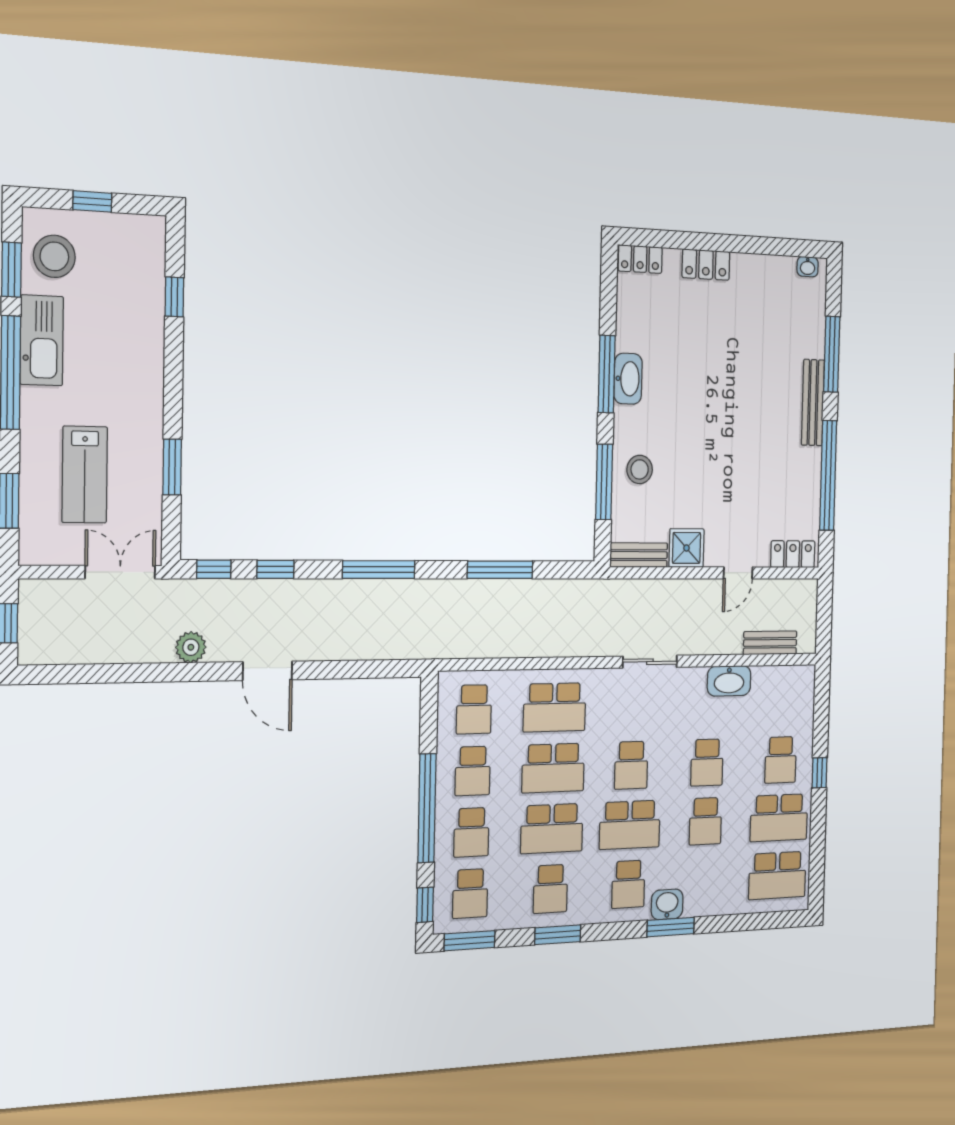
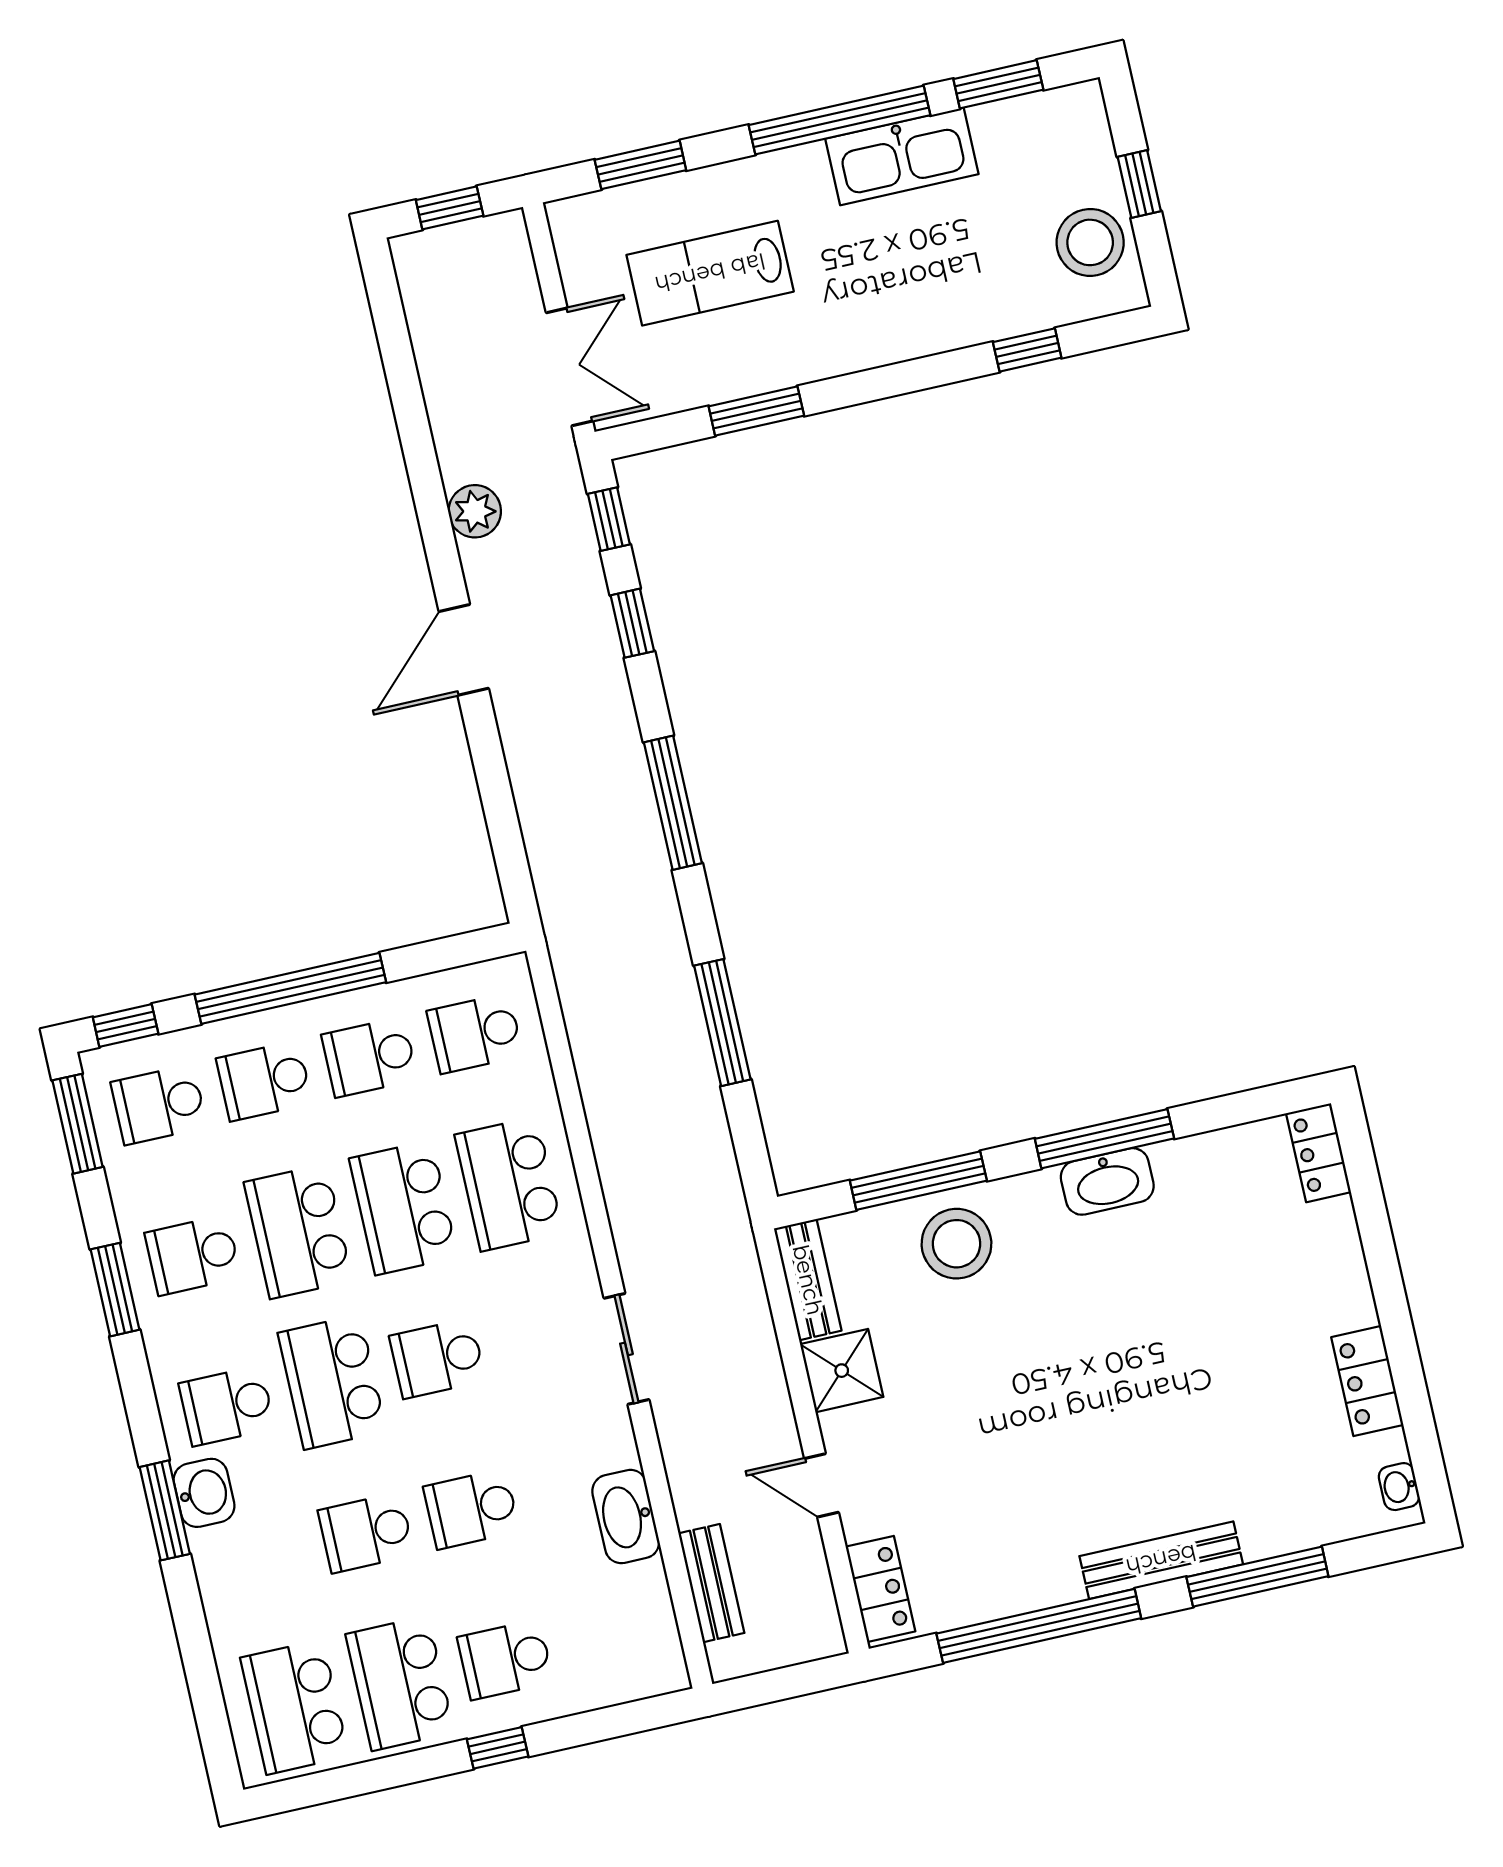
stool: (54, 256) -> (1090, 242), moved
locker: (706, 265) -> (1367, 1381), moved
stool: (640, 469) -> (956, 1244), width x1.38, depth x1.38

